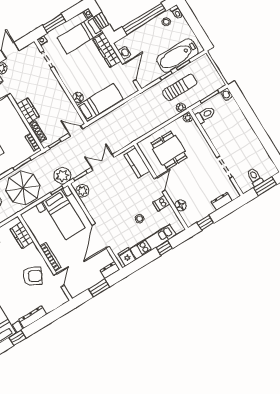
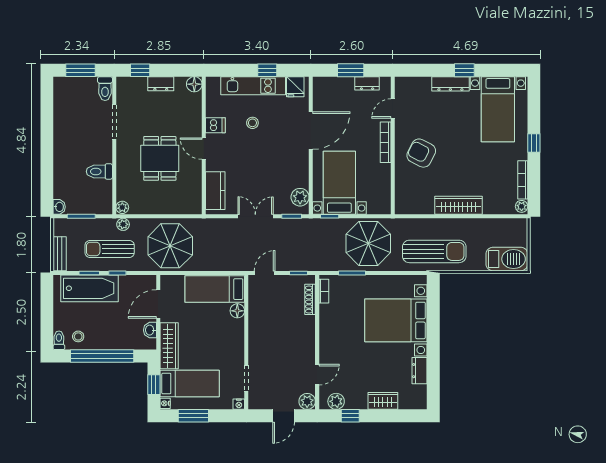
window: (54, 23) -> (193, 416), moved
bench: (209, 66) -> (60, 254), added
wardrobe: (28, 111) -> (306, 332), removed
parasol: (144, 112) -> (170, 246), added
toilet: (205, 115) -> (99, 171), moved
door: (76, 131) -> (265, 273), swing flipped
dining table: (169, 150) -> (160, 158), moved
double door: (103, 162) -> (255, 216), swing flipped
plant: (62, 176) -> (313, 230), removed
toilet: (255, 177) -> (105, 89), moved
door: (160, 184) -> (204, 149), hinge flipped
dresser: (222, 201) -> (161, 84), moved
floor lamp: (181, 205) -> (194, 84), moved
window: (205, 223) -> (140, 70), moved
wardrobe: (22, 235) -> (404, 189), removed
window: (164, 248) -> (267, 70), moved
dresser: (110, 270) -> (367, 83), moved
armchair: (32, 276) -> (421, 153), moved
window: (17, 338) -> (464, 70), moved

